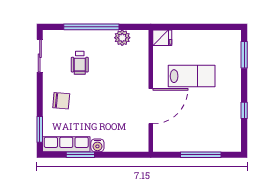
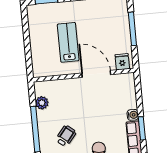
fridge: (162, 38) -> (122, 62), moved
wheelchair: (80, 63) -> (66, 136), turned -51

